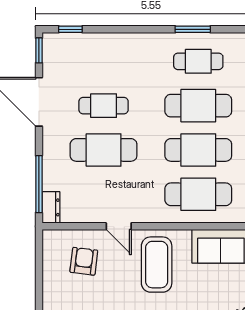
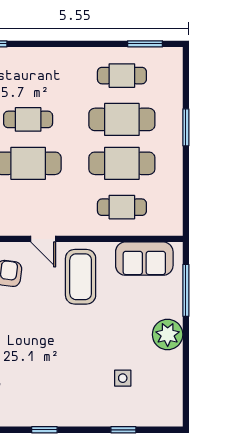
window: (193, 29) -> (145, 44), moved
cafe table: (198, 194) -> (122, 207), width x0.73, depth x0.74

